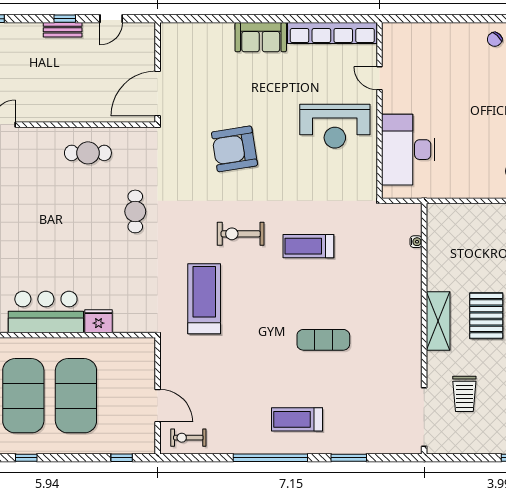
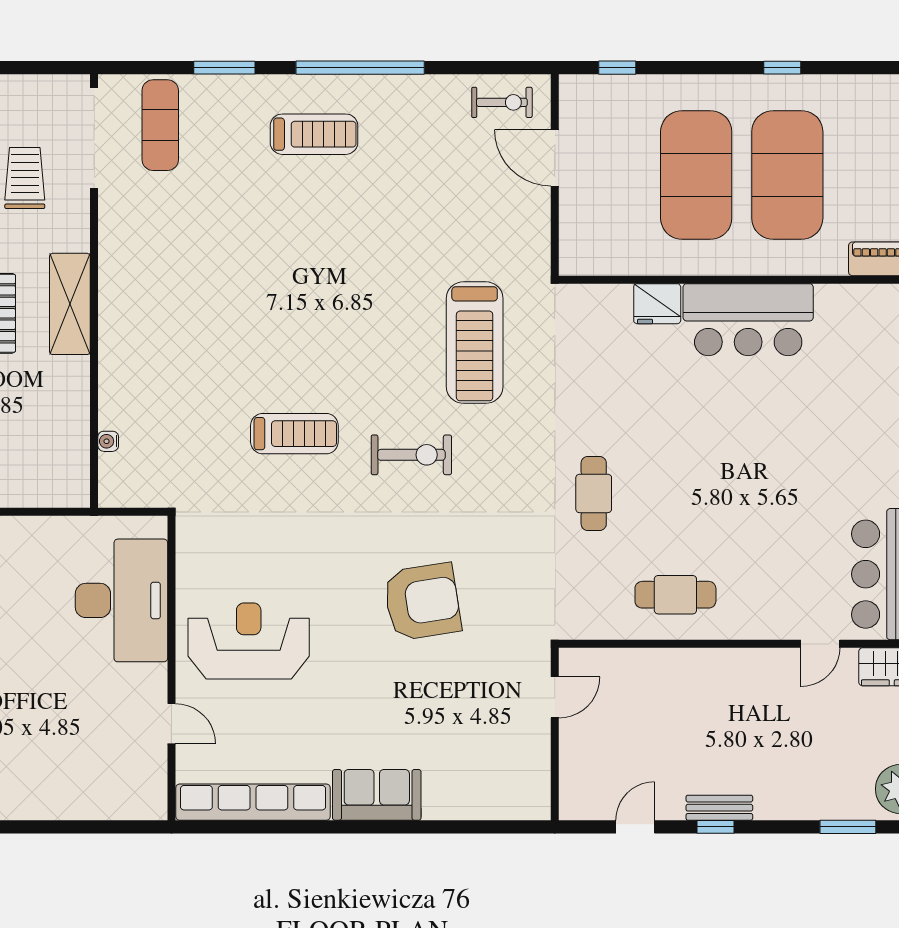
door: (158, 94) -> (555, 697), width x0.53
exercise mat: (323, 340) -> (160, 125), moved, turned 90

